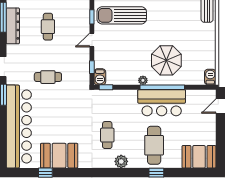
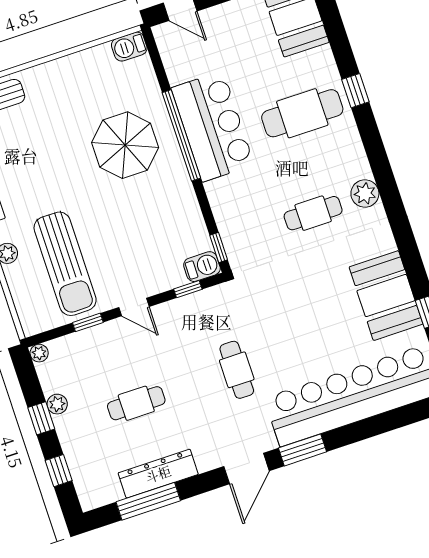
plant: (143, 80) -> (181, 179), removed
plant: (121, 161) -> (365, 193), moved

